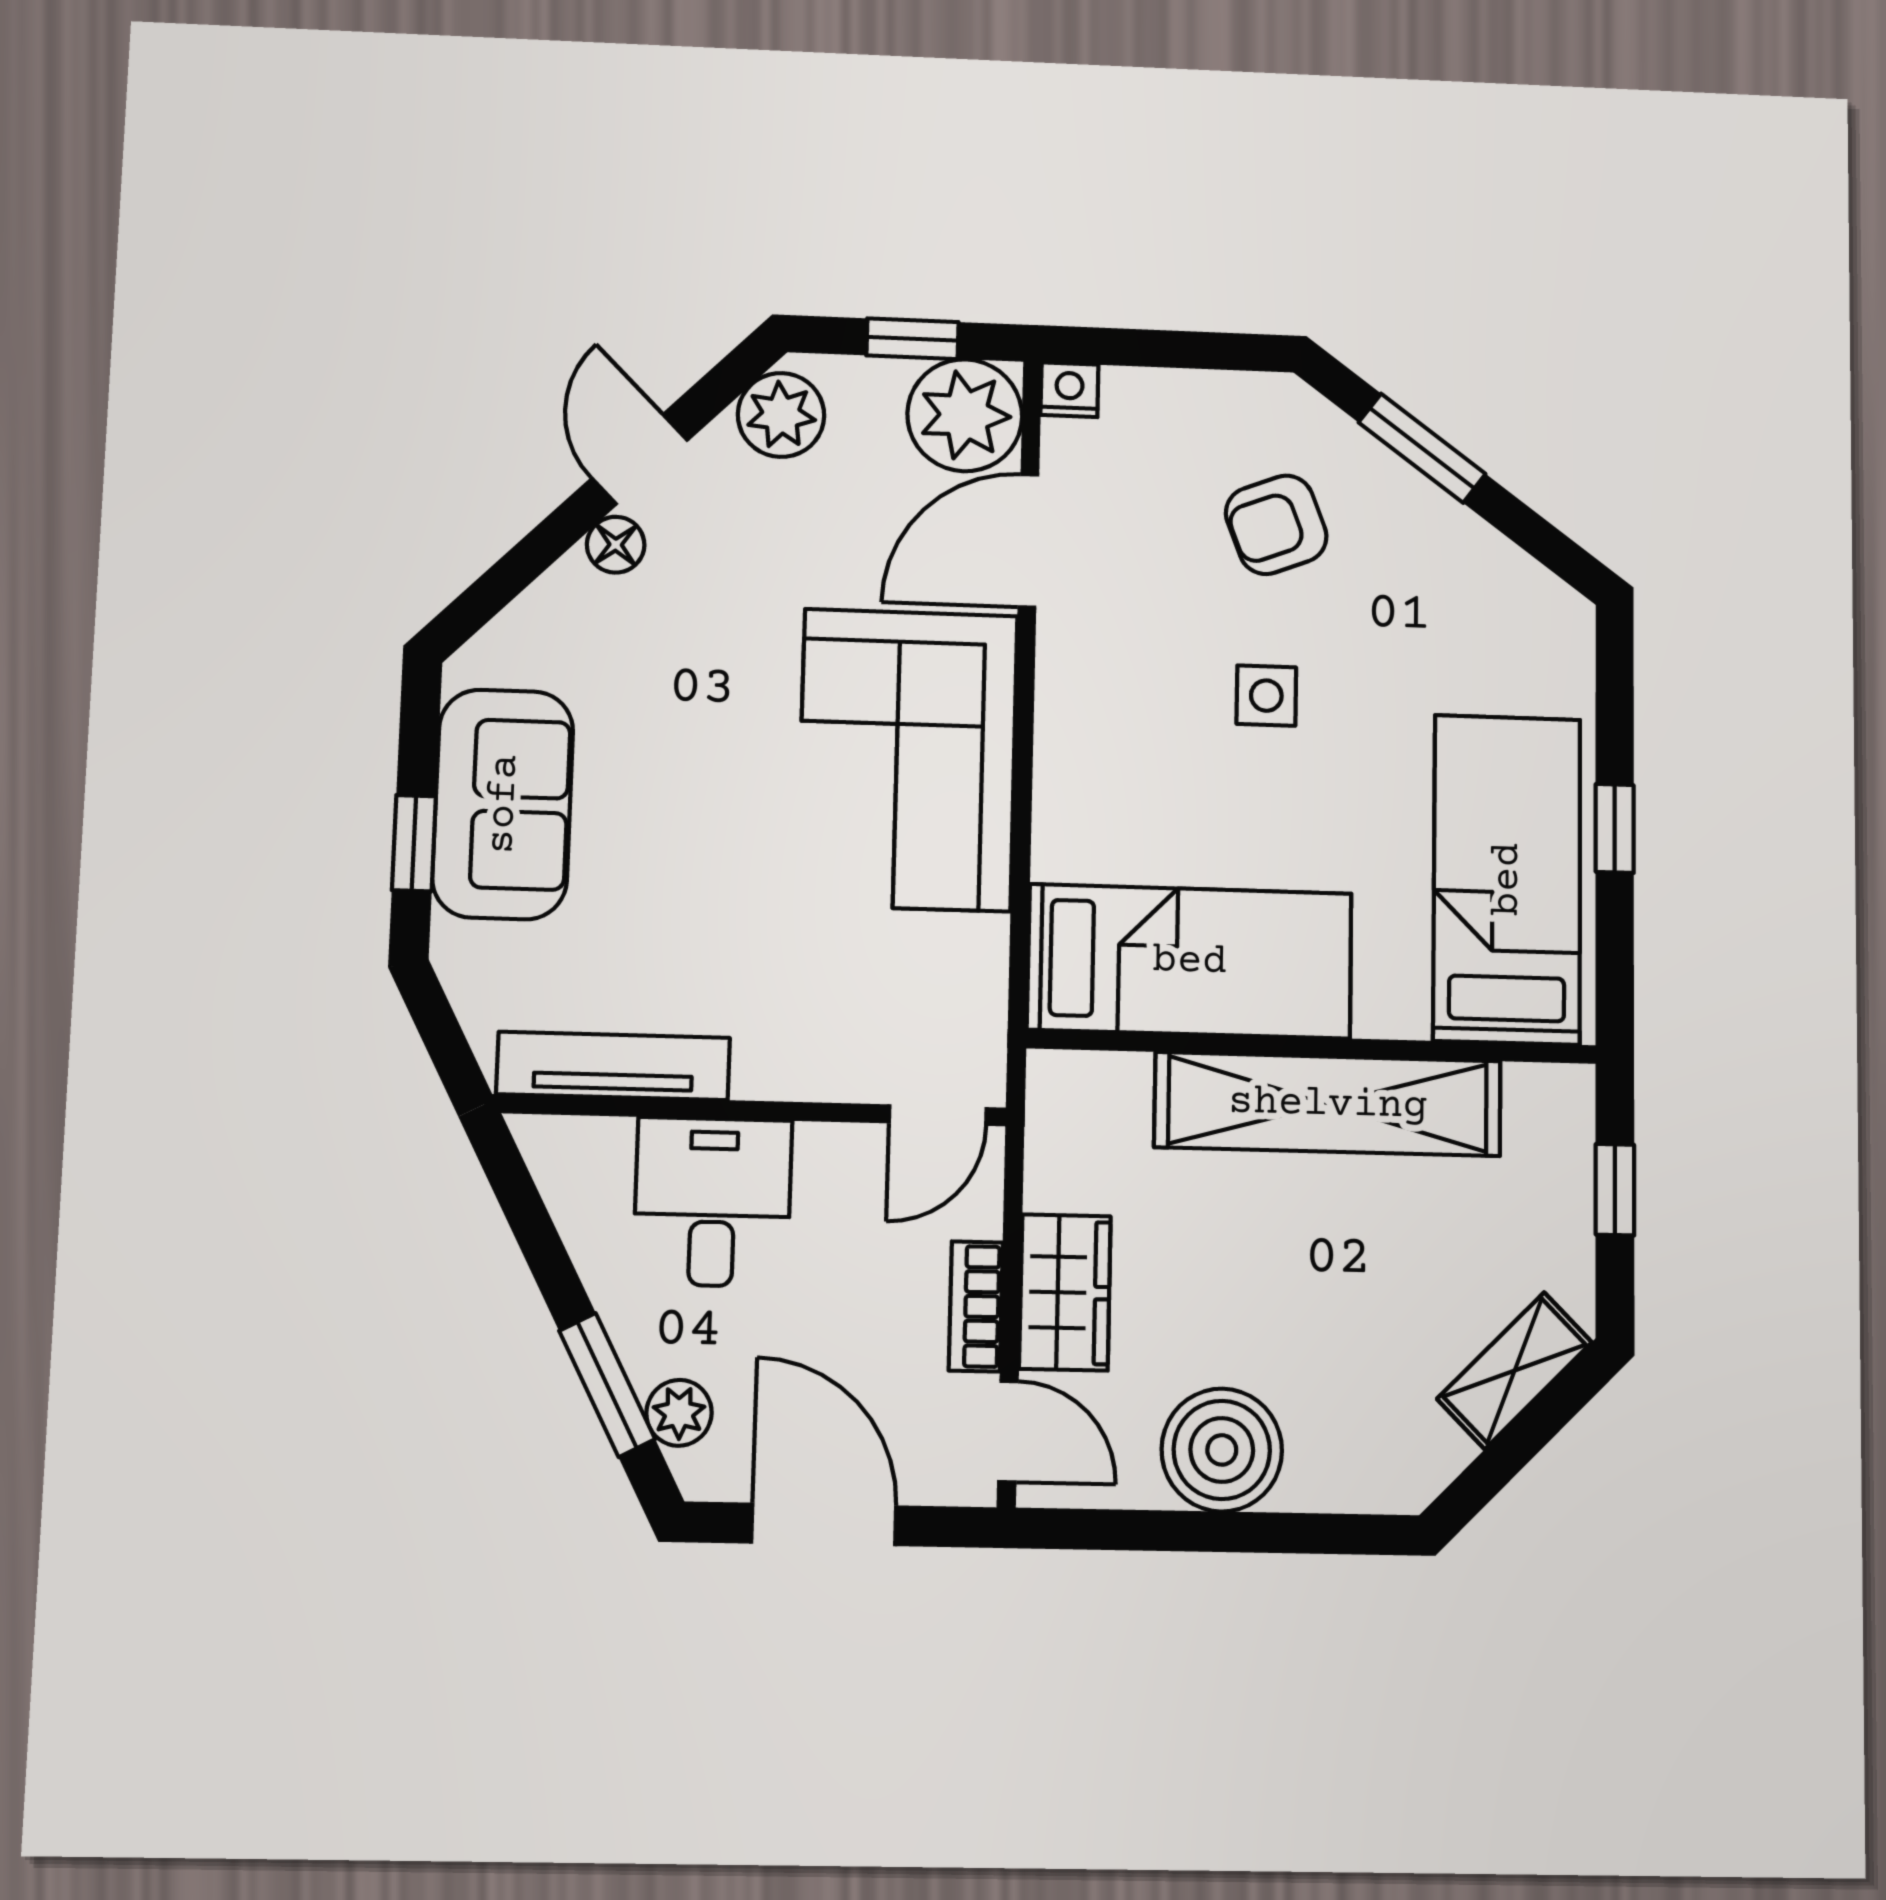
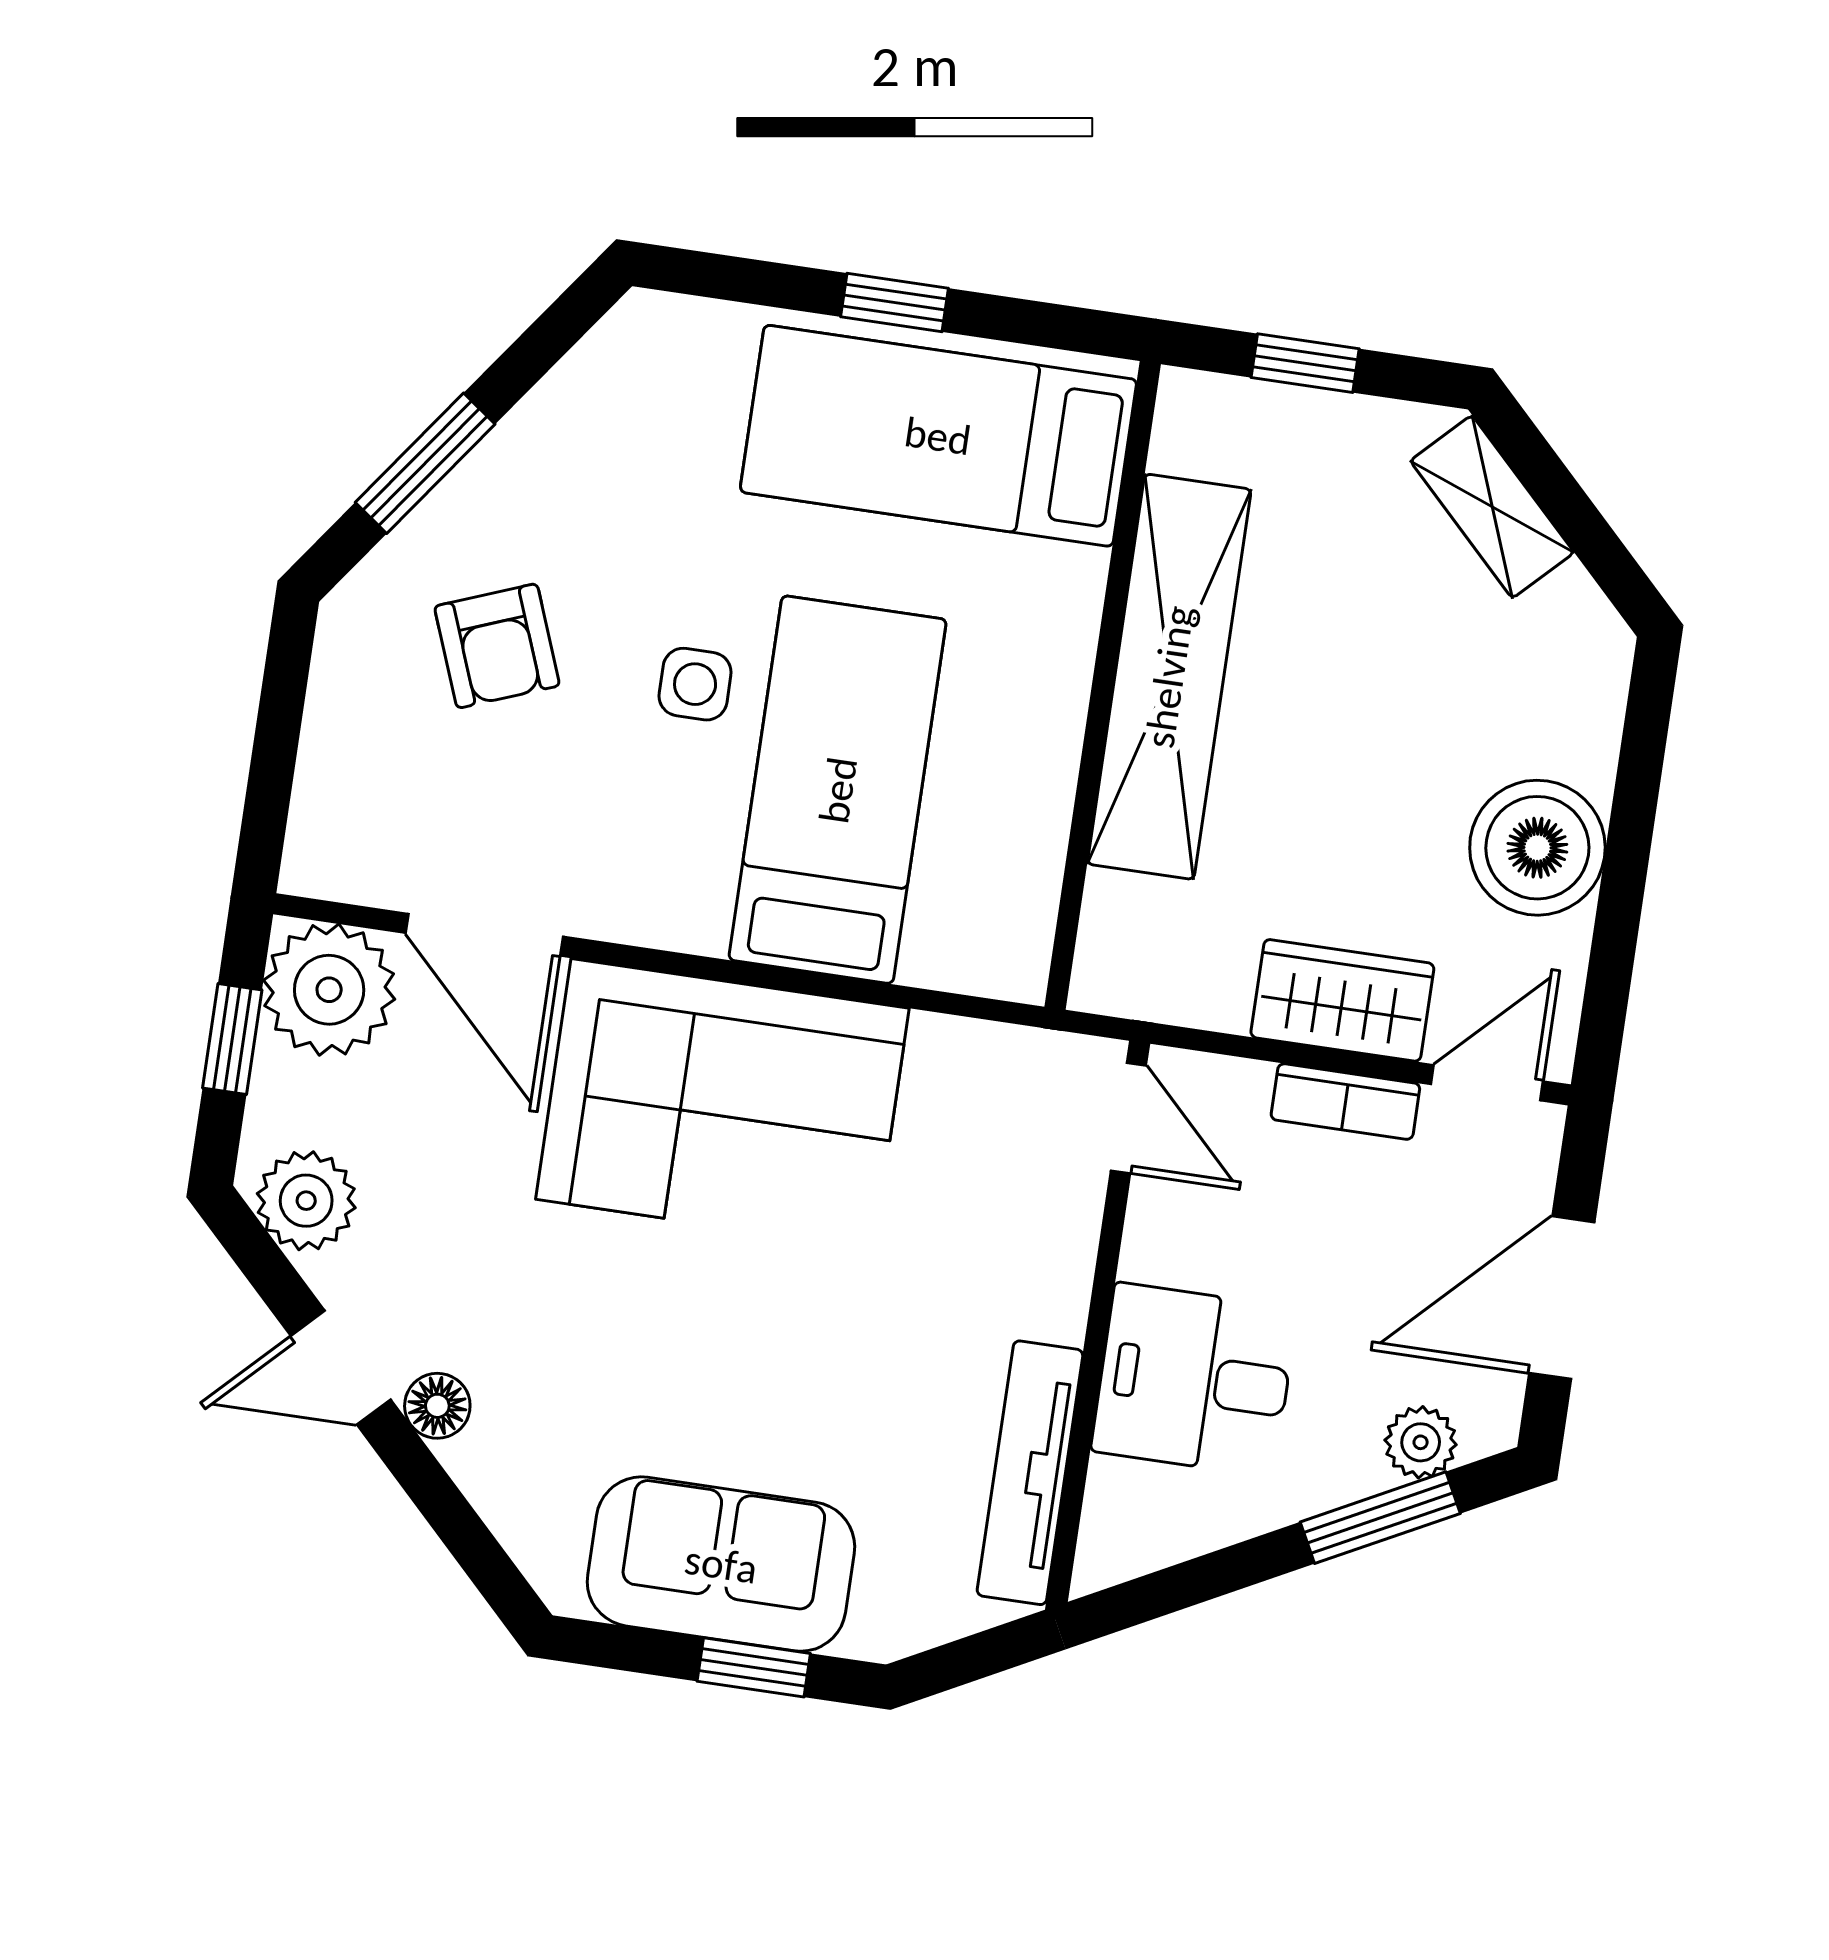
nightstand: (1069, 390) -> (312, 865), removed
bed: (1190, 961) -> (838, 790), moved

